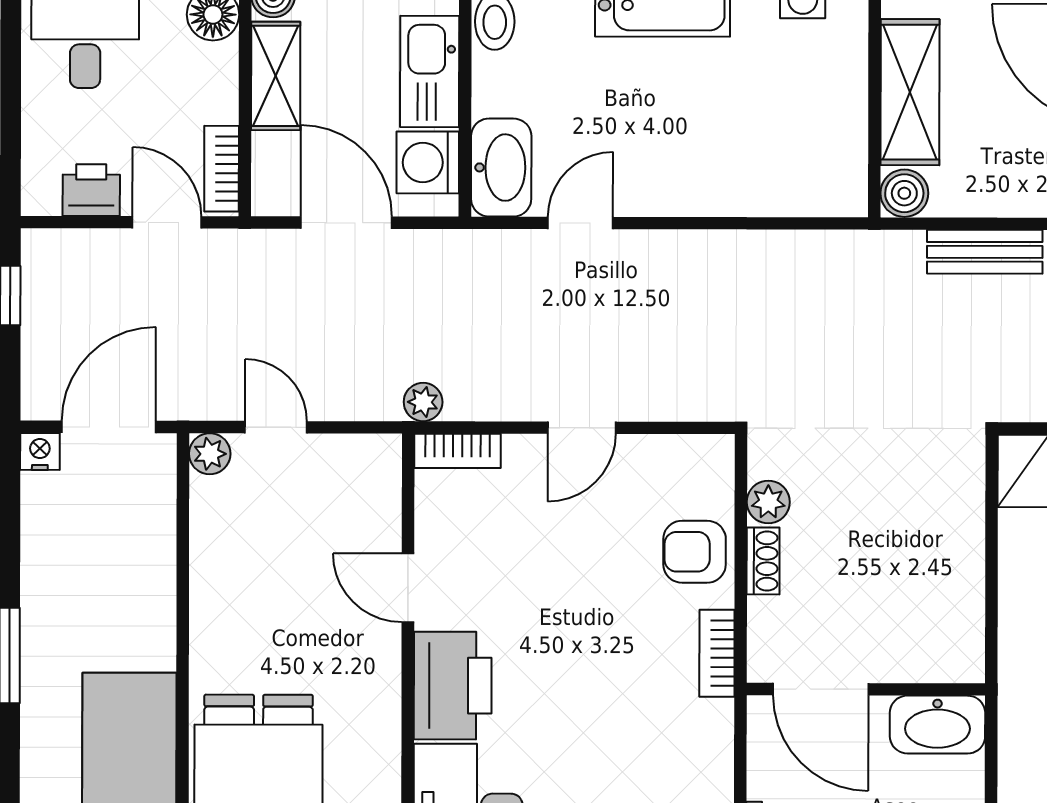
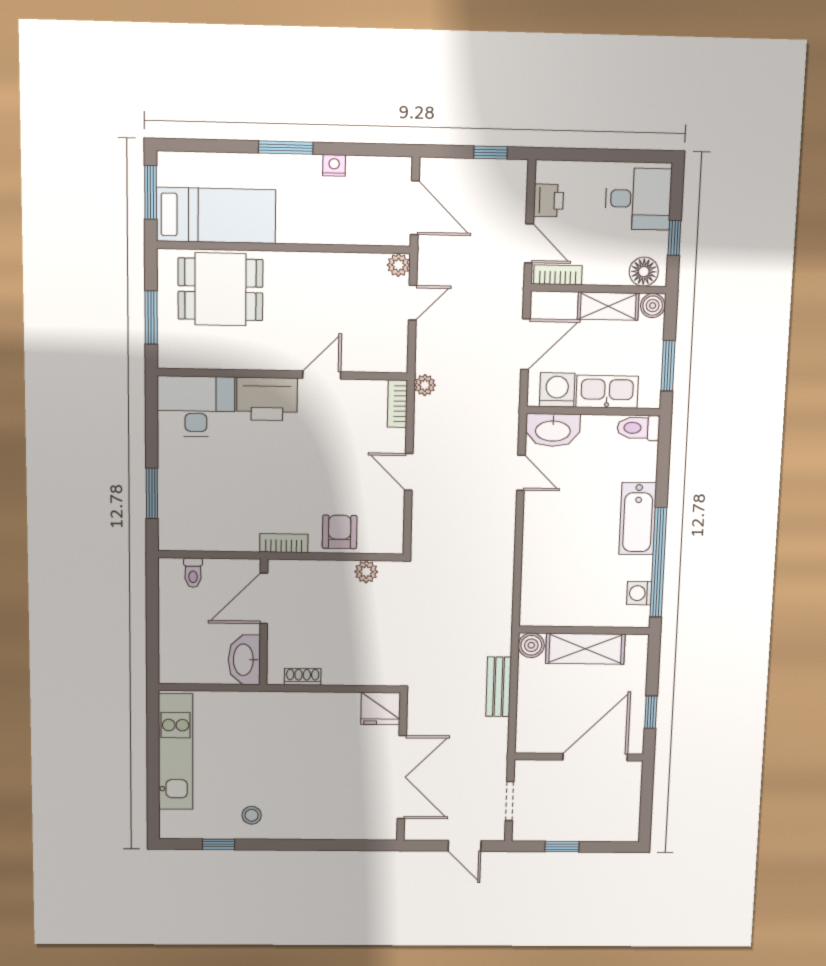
door: (167, 222) -> (529, 243), hinge flipped
nightstand: (40, 451) -> (334, 165), moved, turned -90
shoe rack: (763, 561) -> (303, 677), moved, turned 180

